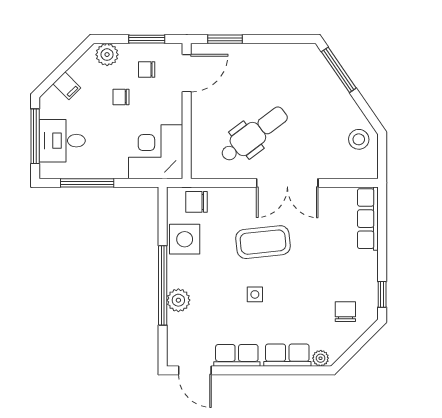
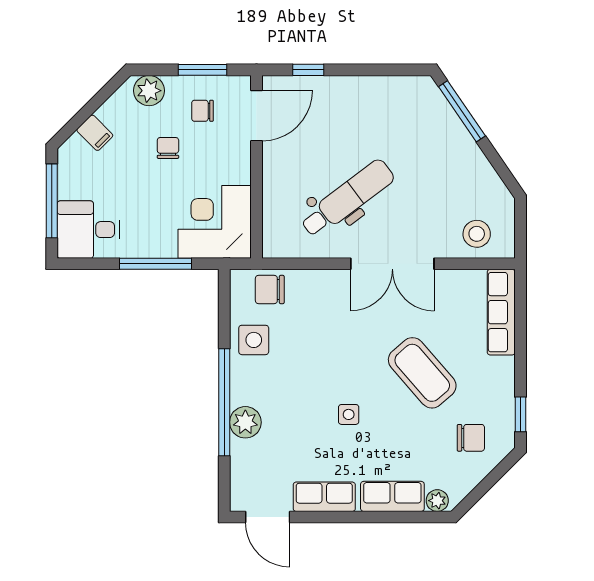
window: (225, 39) -> (308, 70), width x0.67
chair: (121, 97) -> (168, 148), turned 90
stool: (359, 139) -> (477, 234), moved
desk: (62, 141) -> (88, 230), moved
window: (87, 183) -> (156, 264), moved
side table: (185, 239) -> (254, 340), width x0.73, depth x0.73
coffee table: (263, 242) -> (422, 373), moved, turned 55
chair: (345, 312) -> (471, 438), turned 90

